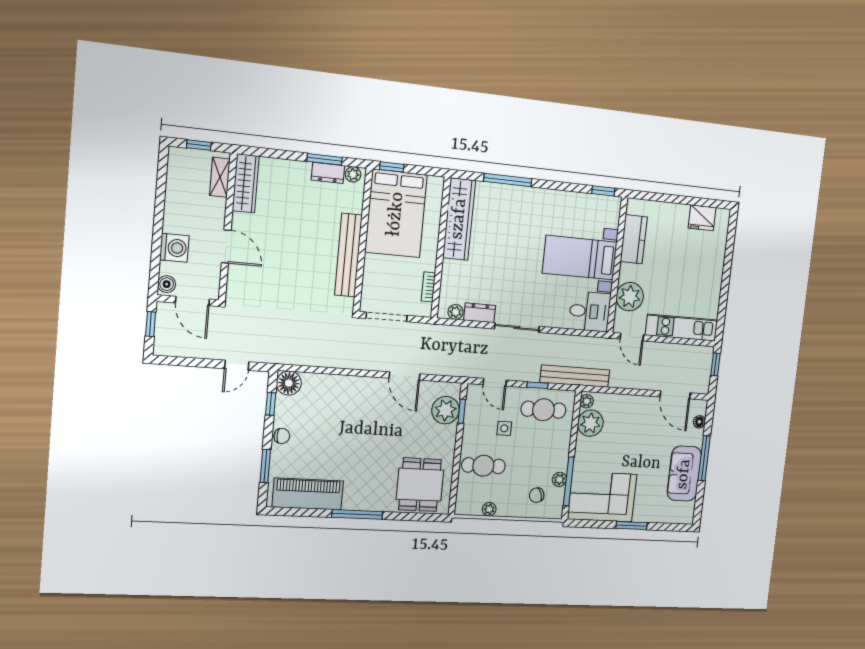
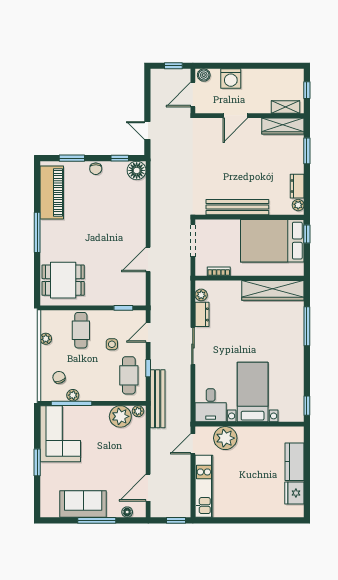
window: (325, 159) -> (307, 151), moved
kitchen counter: (634, 239) -> (294, 462), moved, turned 90
plant: (445, 410) -> (123, 295), removed

